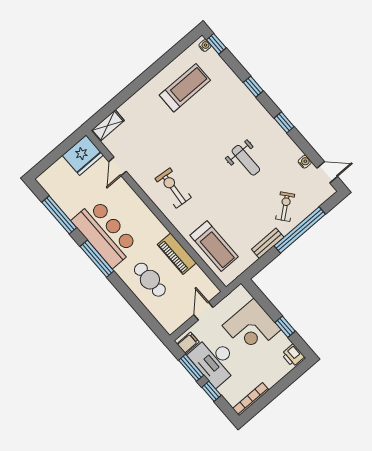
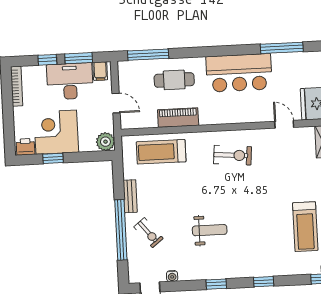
weight bench: (246, 160) -> (210, 230), turned 180
window: (97, 259) -> (148, 55), moved
plant: (240, 296) -> (105, 142), added
corner desk: (252, 328) -> (56, 132), moved

